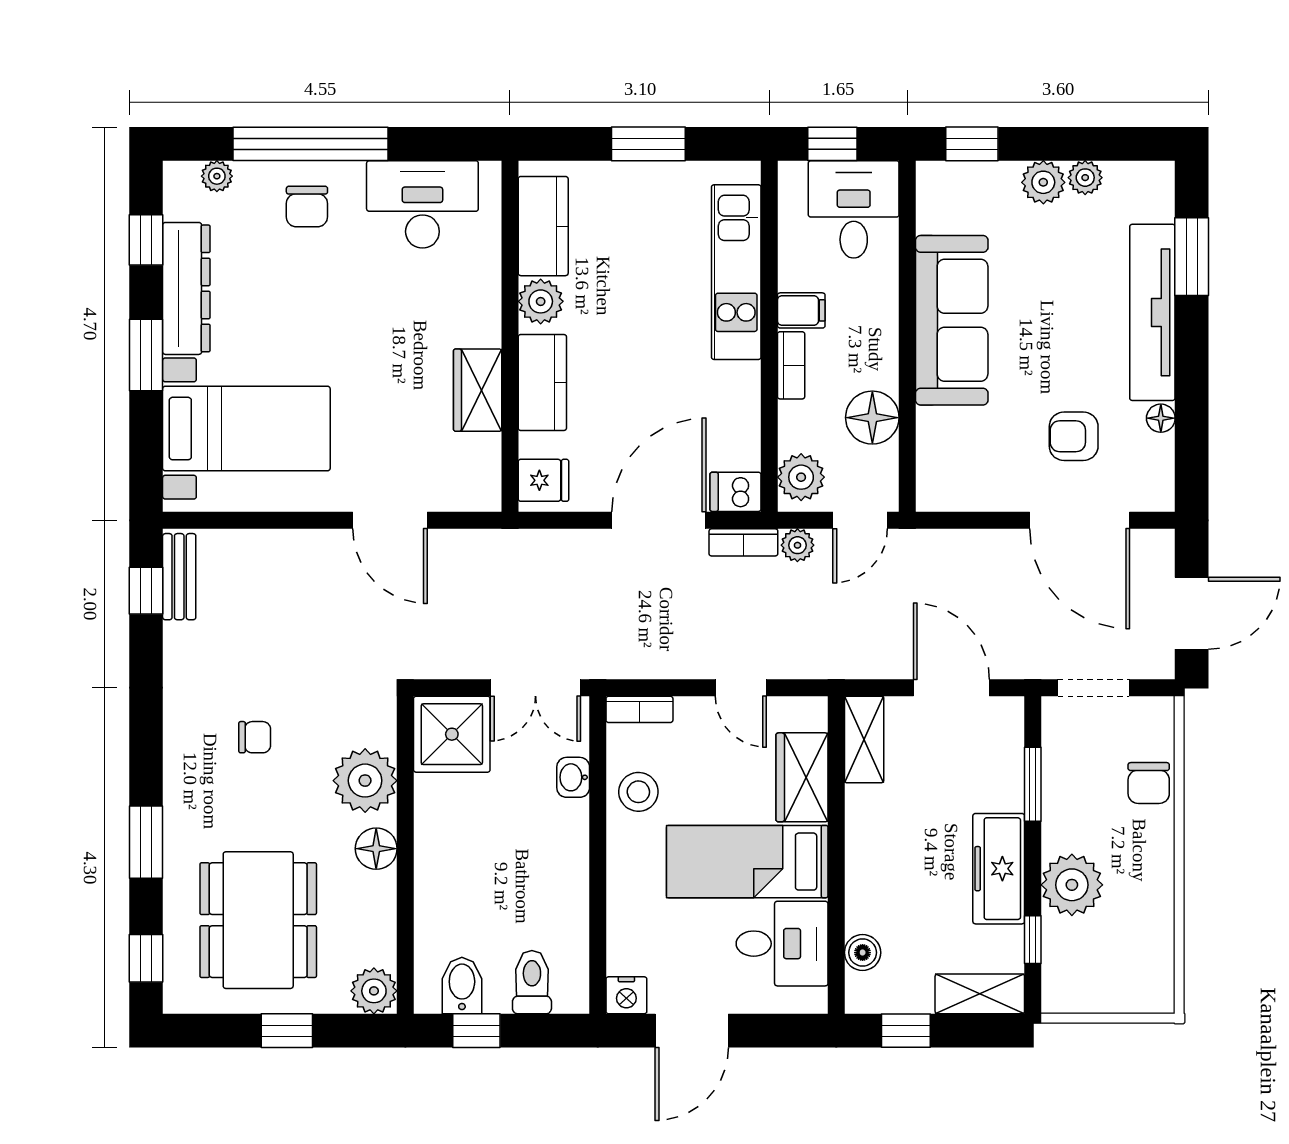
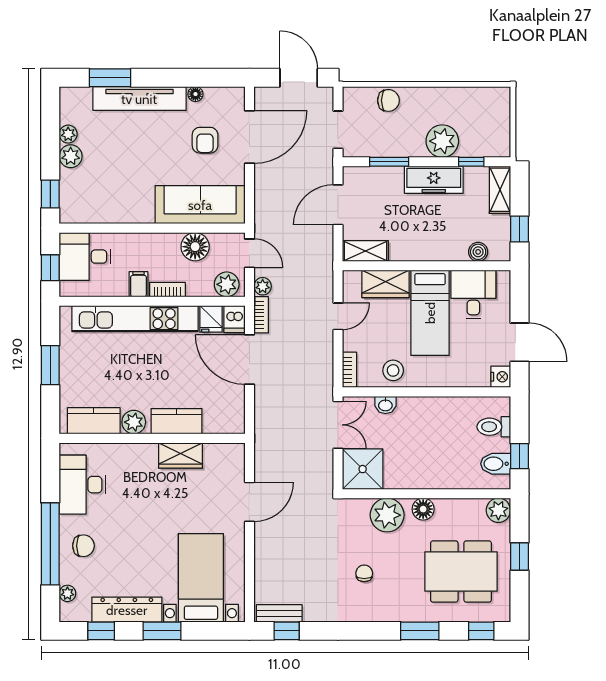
kitchen unit: (736, 272) -> (135, 319), width x1.36
sofa: (952, 320) -> (200, 205), moved
fridge: (543, 480) -> (211, 319), moved, turned 180

